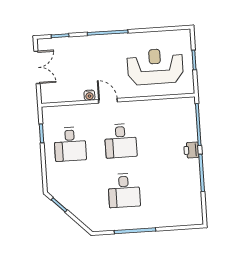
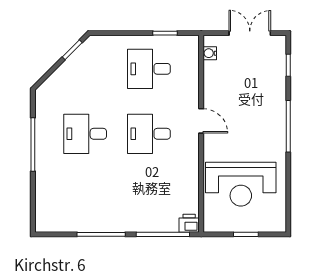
double door: (37, 67) -> (250, 33), swing flipped
reception desk: (155, 67) -> (241, 184), turned 90
water cooler: (89, 95) -> (210, 53), moved
door: (108, 101) -> (201, 121), hinge flipped
printer: (191, 150) -> (189, 223), moved

